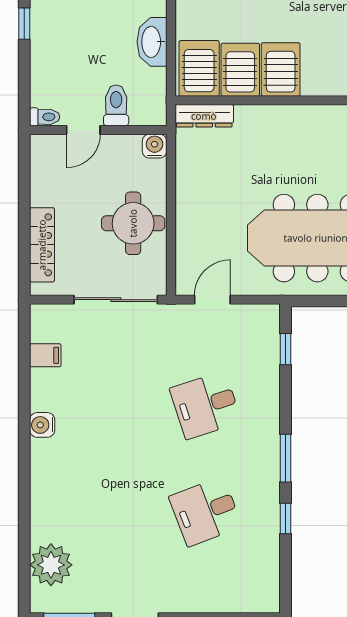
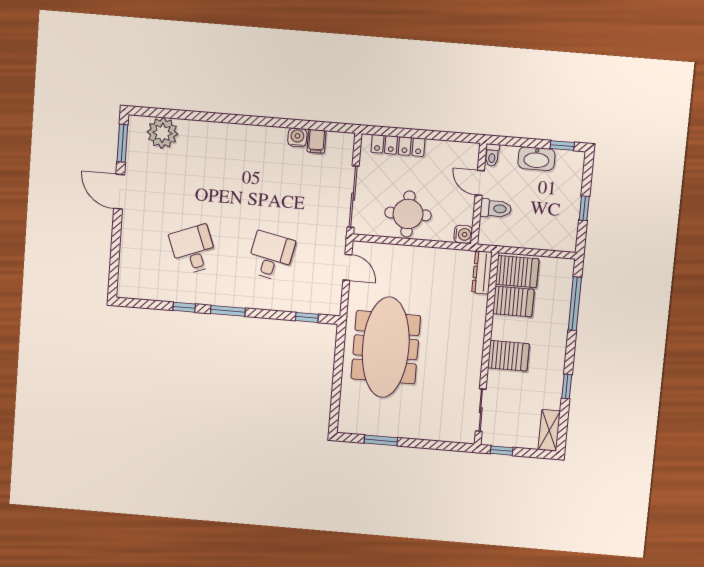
washbasin: (152, 42) -> (536, 159), moved, turned 180
server rack: (281, 69) -> (508, 356), moved
desk: (205, 405) -> (271, 256), turned 30
water cooler: (42, 425) -> (297, 137), moved

